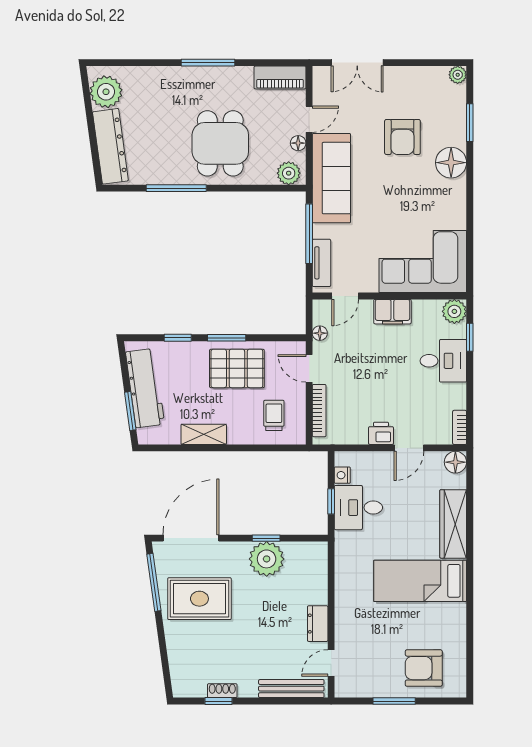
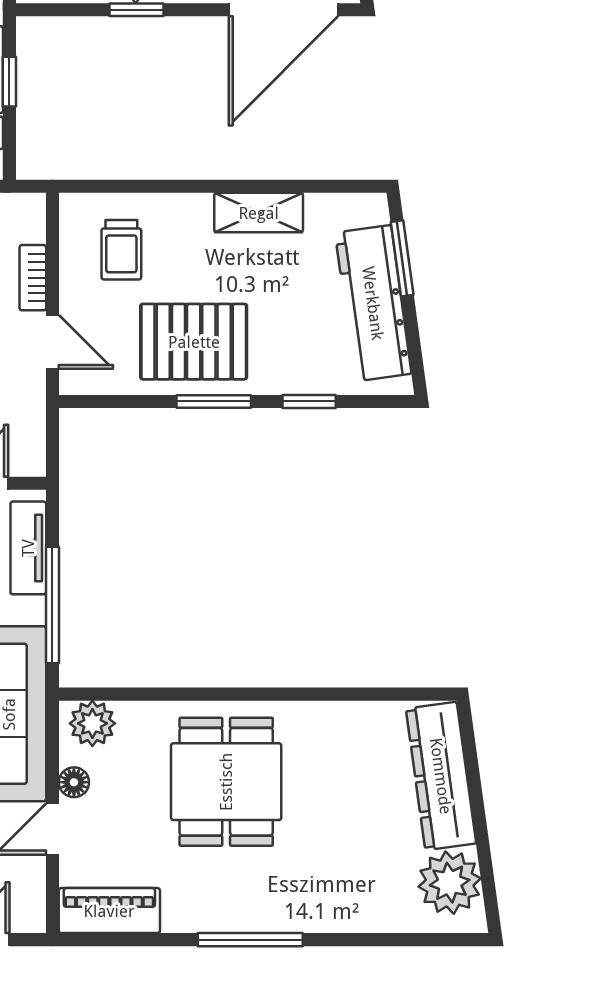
window: (176, 188) -> (312, 694), removed
floor lamp: (320, 333) -> (32, 411), removed
bookcase: (319, 411) -> (33, 278), width x0.64

